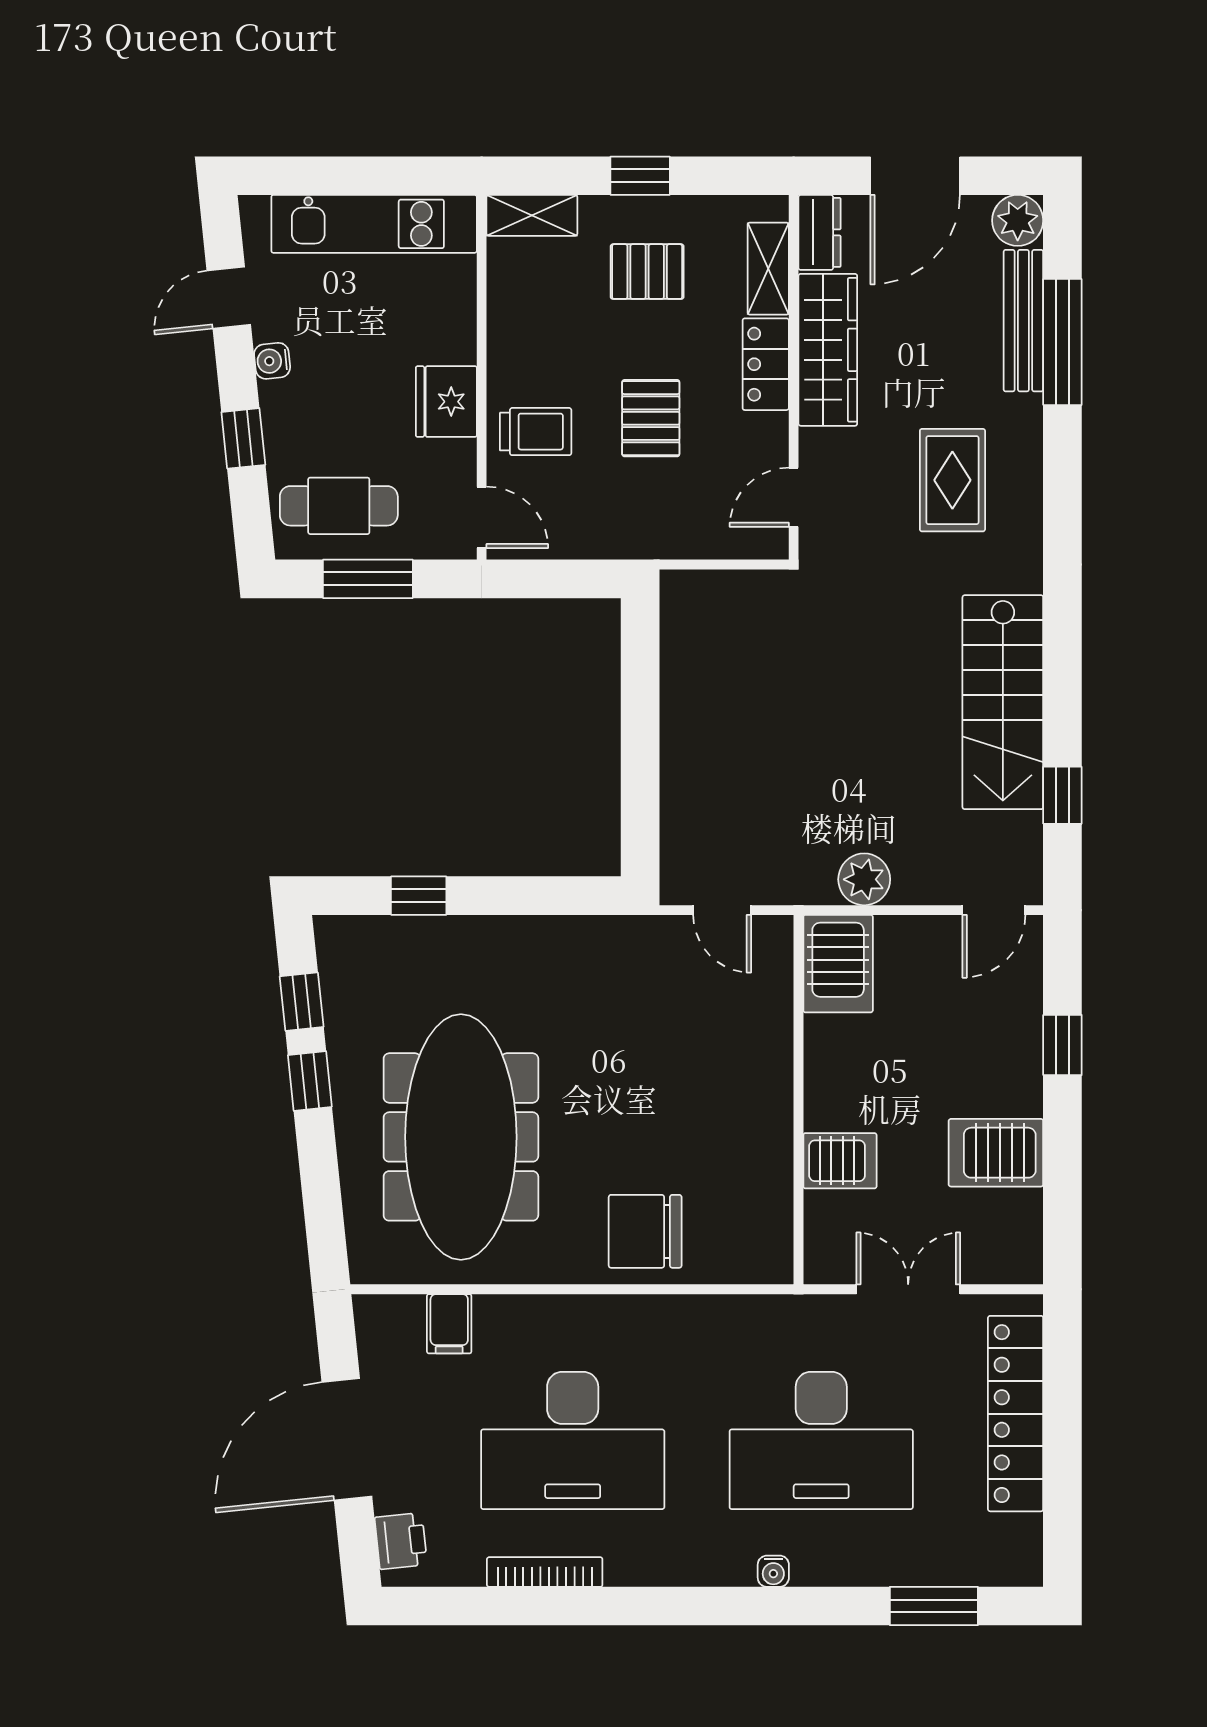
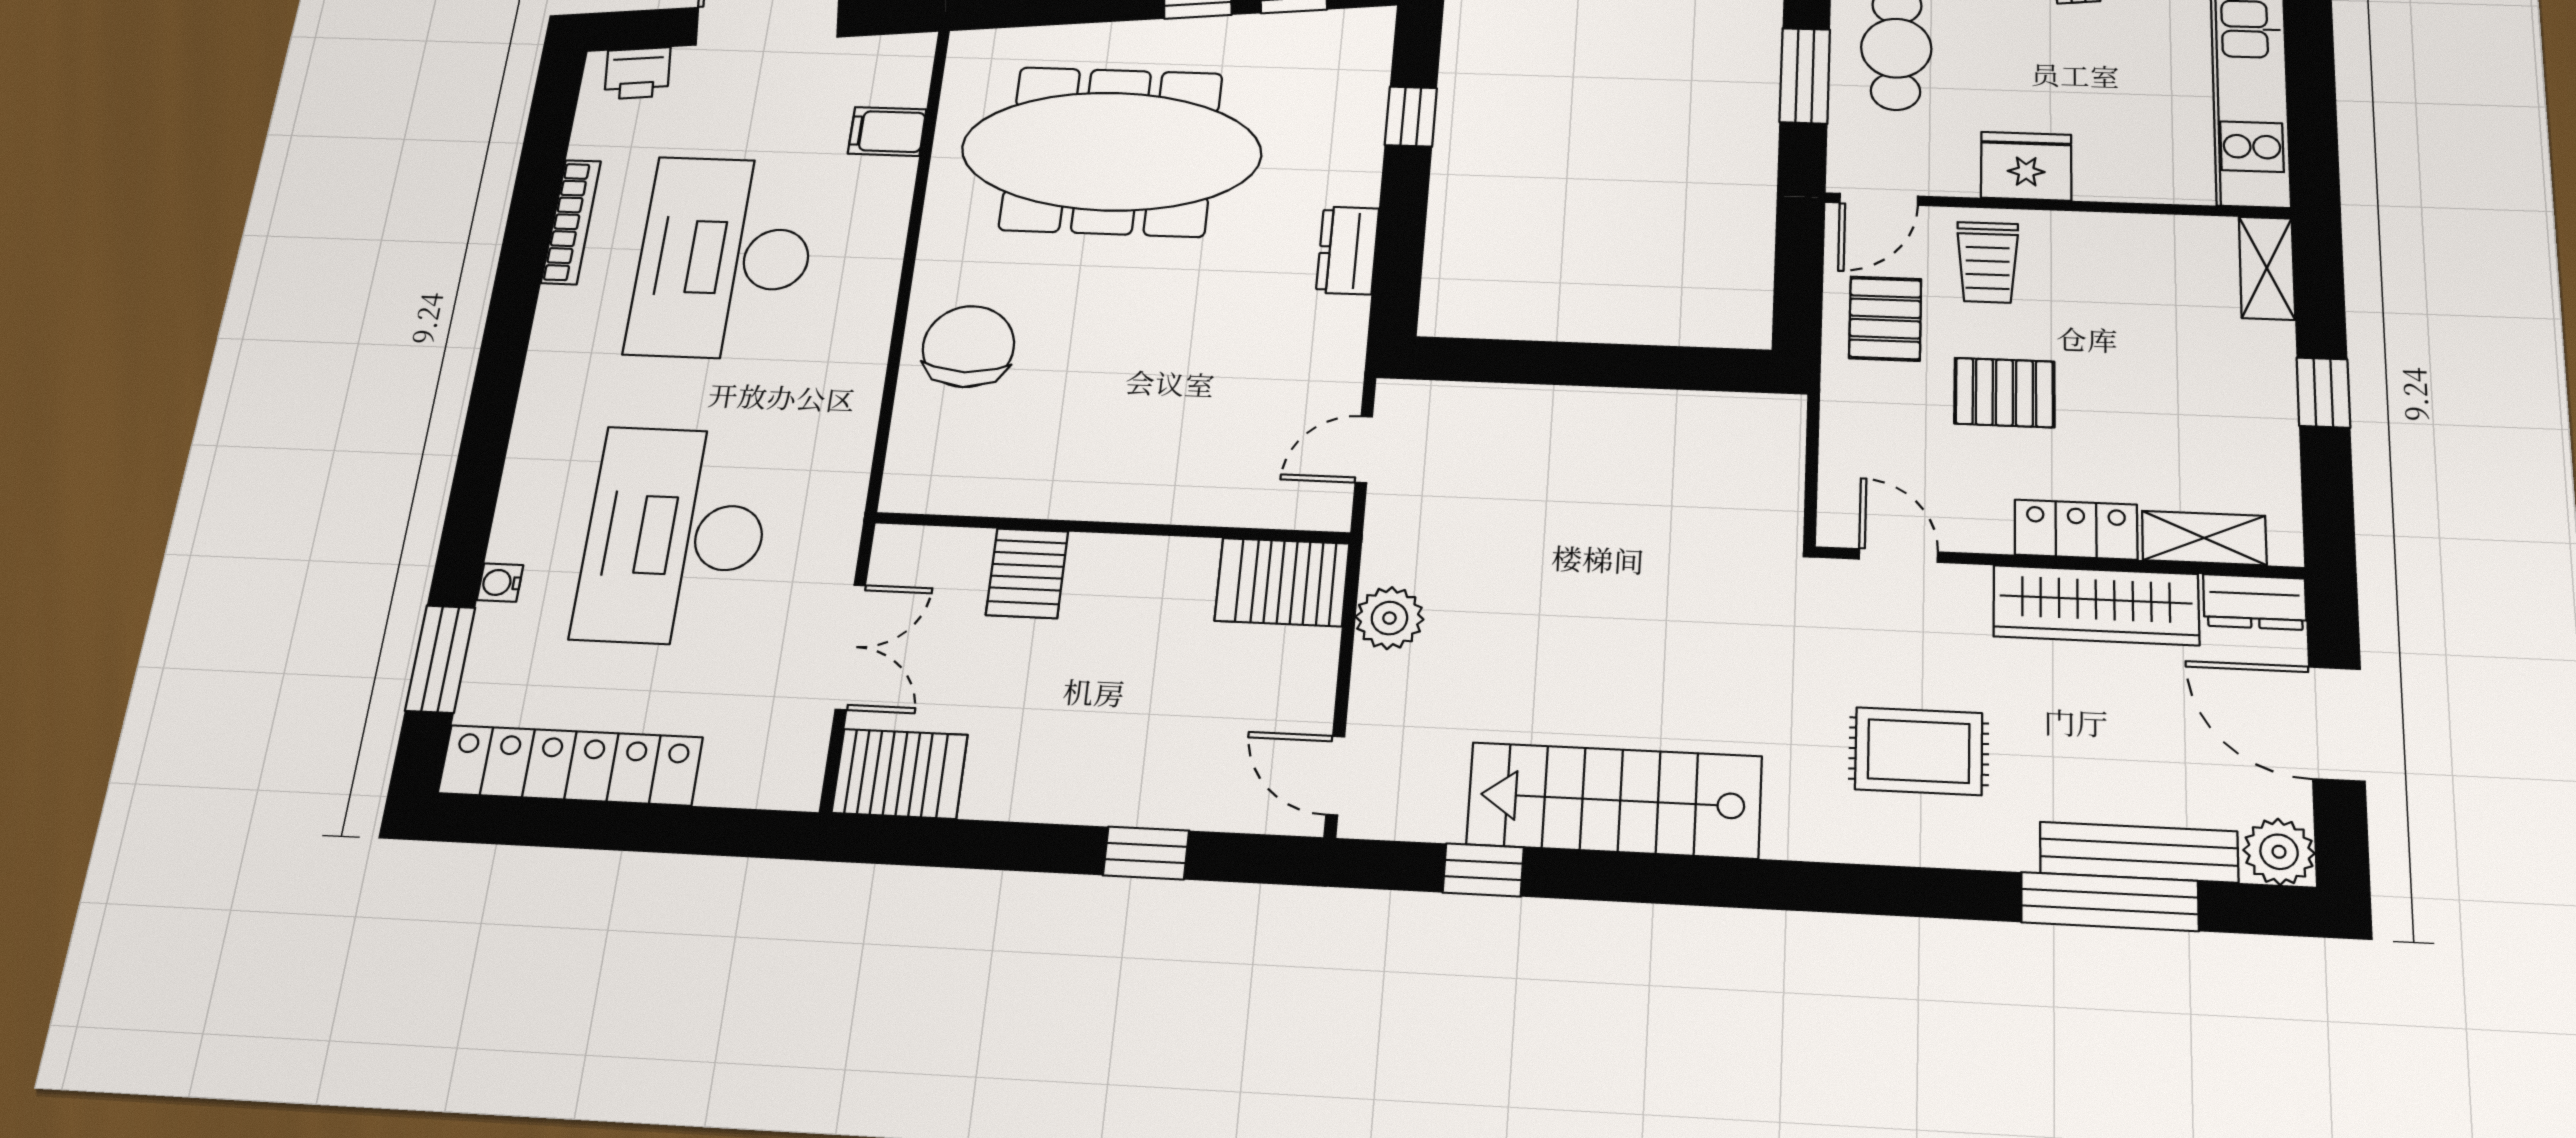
pallet: (647, 272) -> (1885, 319), moved
dresser: (545, 937) -> (1348, 250), added
server rack: (996, 1153) -> (900, 774), moved, turned 90
locker: (1016, 1414) -> (570, 765), moved
water cooler: (773, 1571) -> (500, 583), moved

